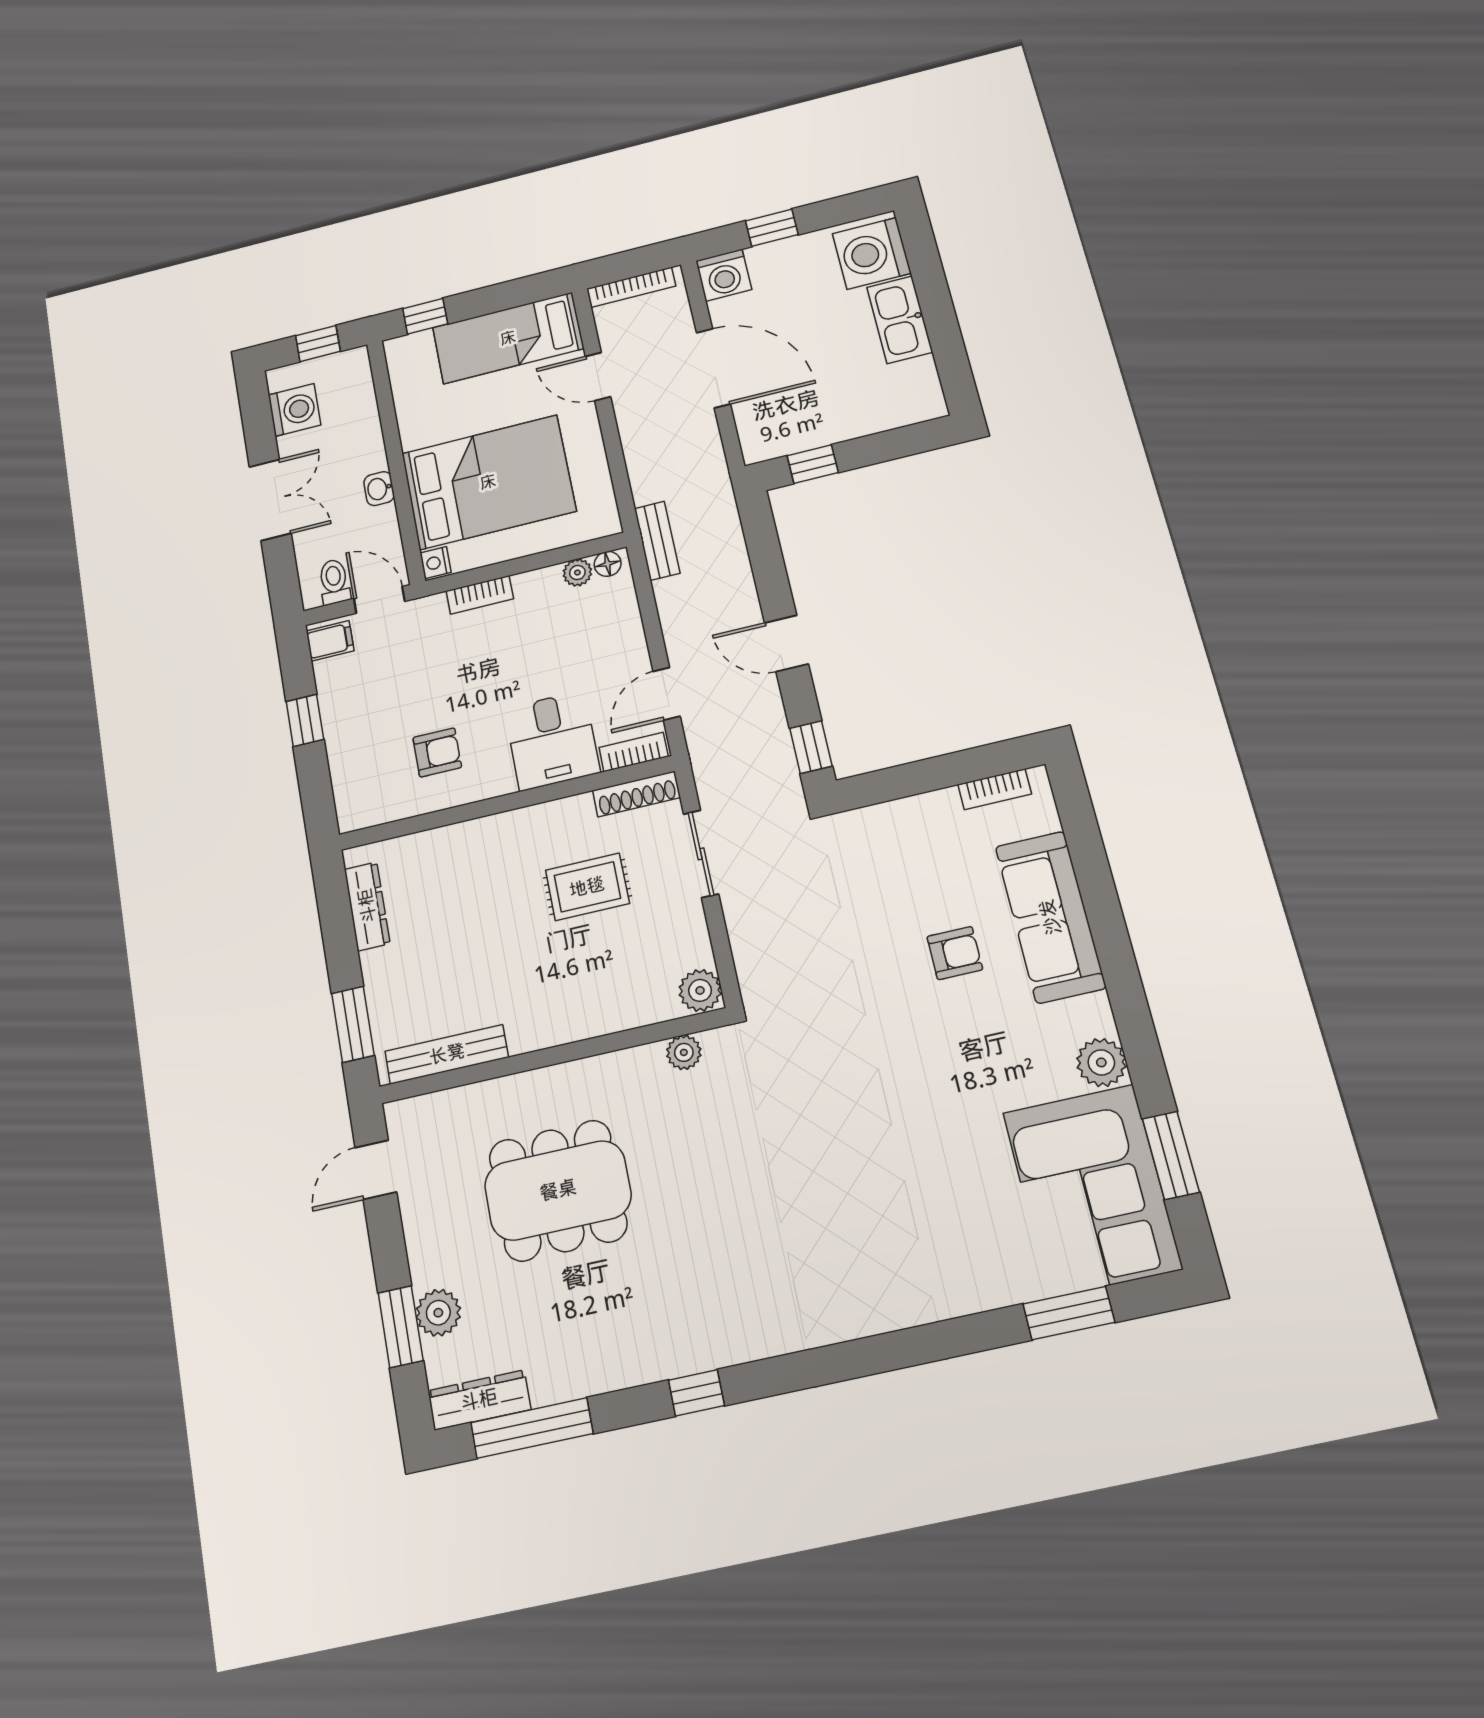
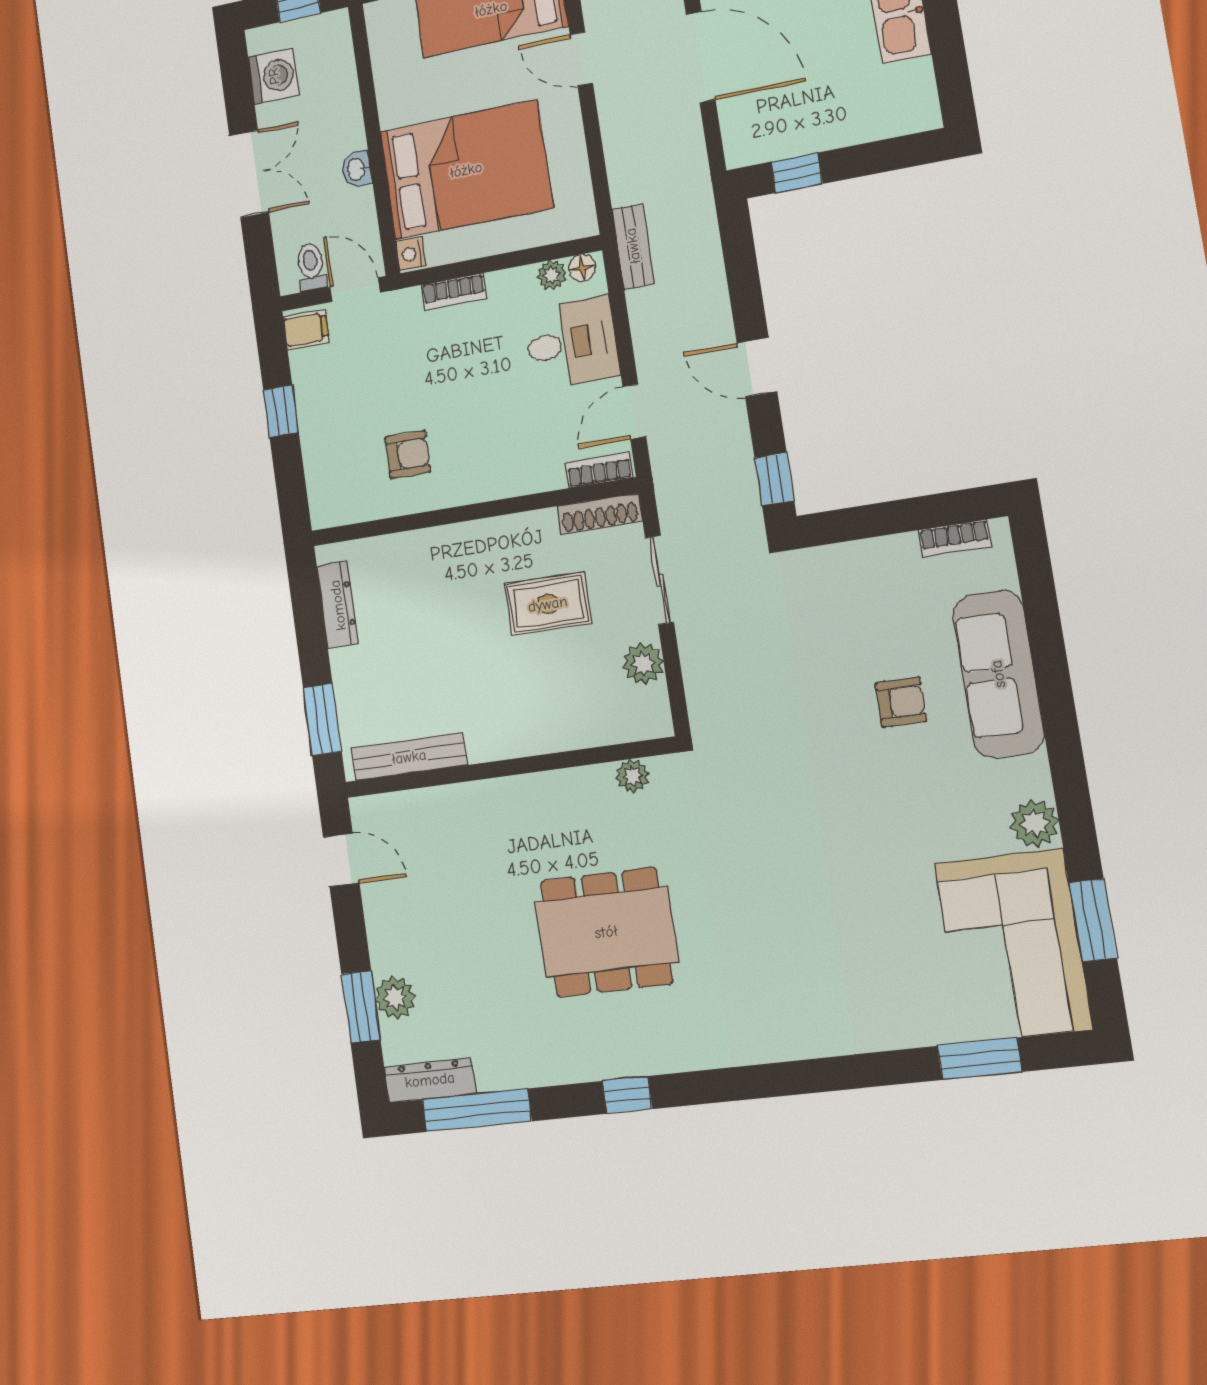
desk: (552, 740) -> (572, 343), moved, turned -90
plant: (700, 990) -> (643, 664), moved
door: (376, 1170) -> (341, 860), swing flipped
dining table: (558, 1190) -> (606, 932), moved

